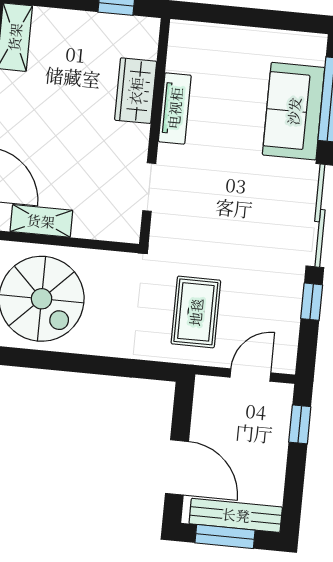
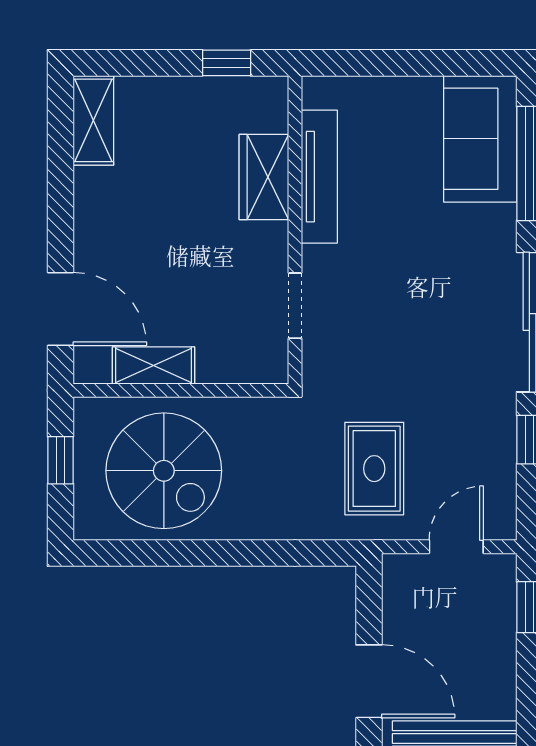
tv unit: (175, 108) -> (319, 177), width x1.41
sofa: (294, 111) -> (480, 139), moved

